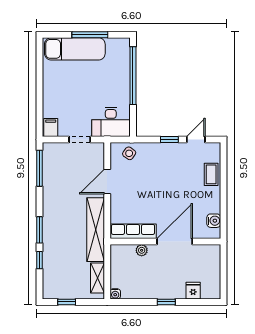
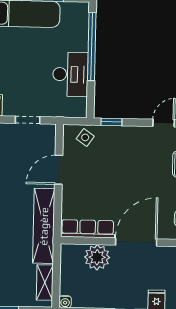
desk: (111, 122) -> (70, 74), moved, turned -90
window: (169, 140) -> (111, 122), moved
plant: (142, 250) -> (97, 257), width x1.88, depth x1.88

